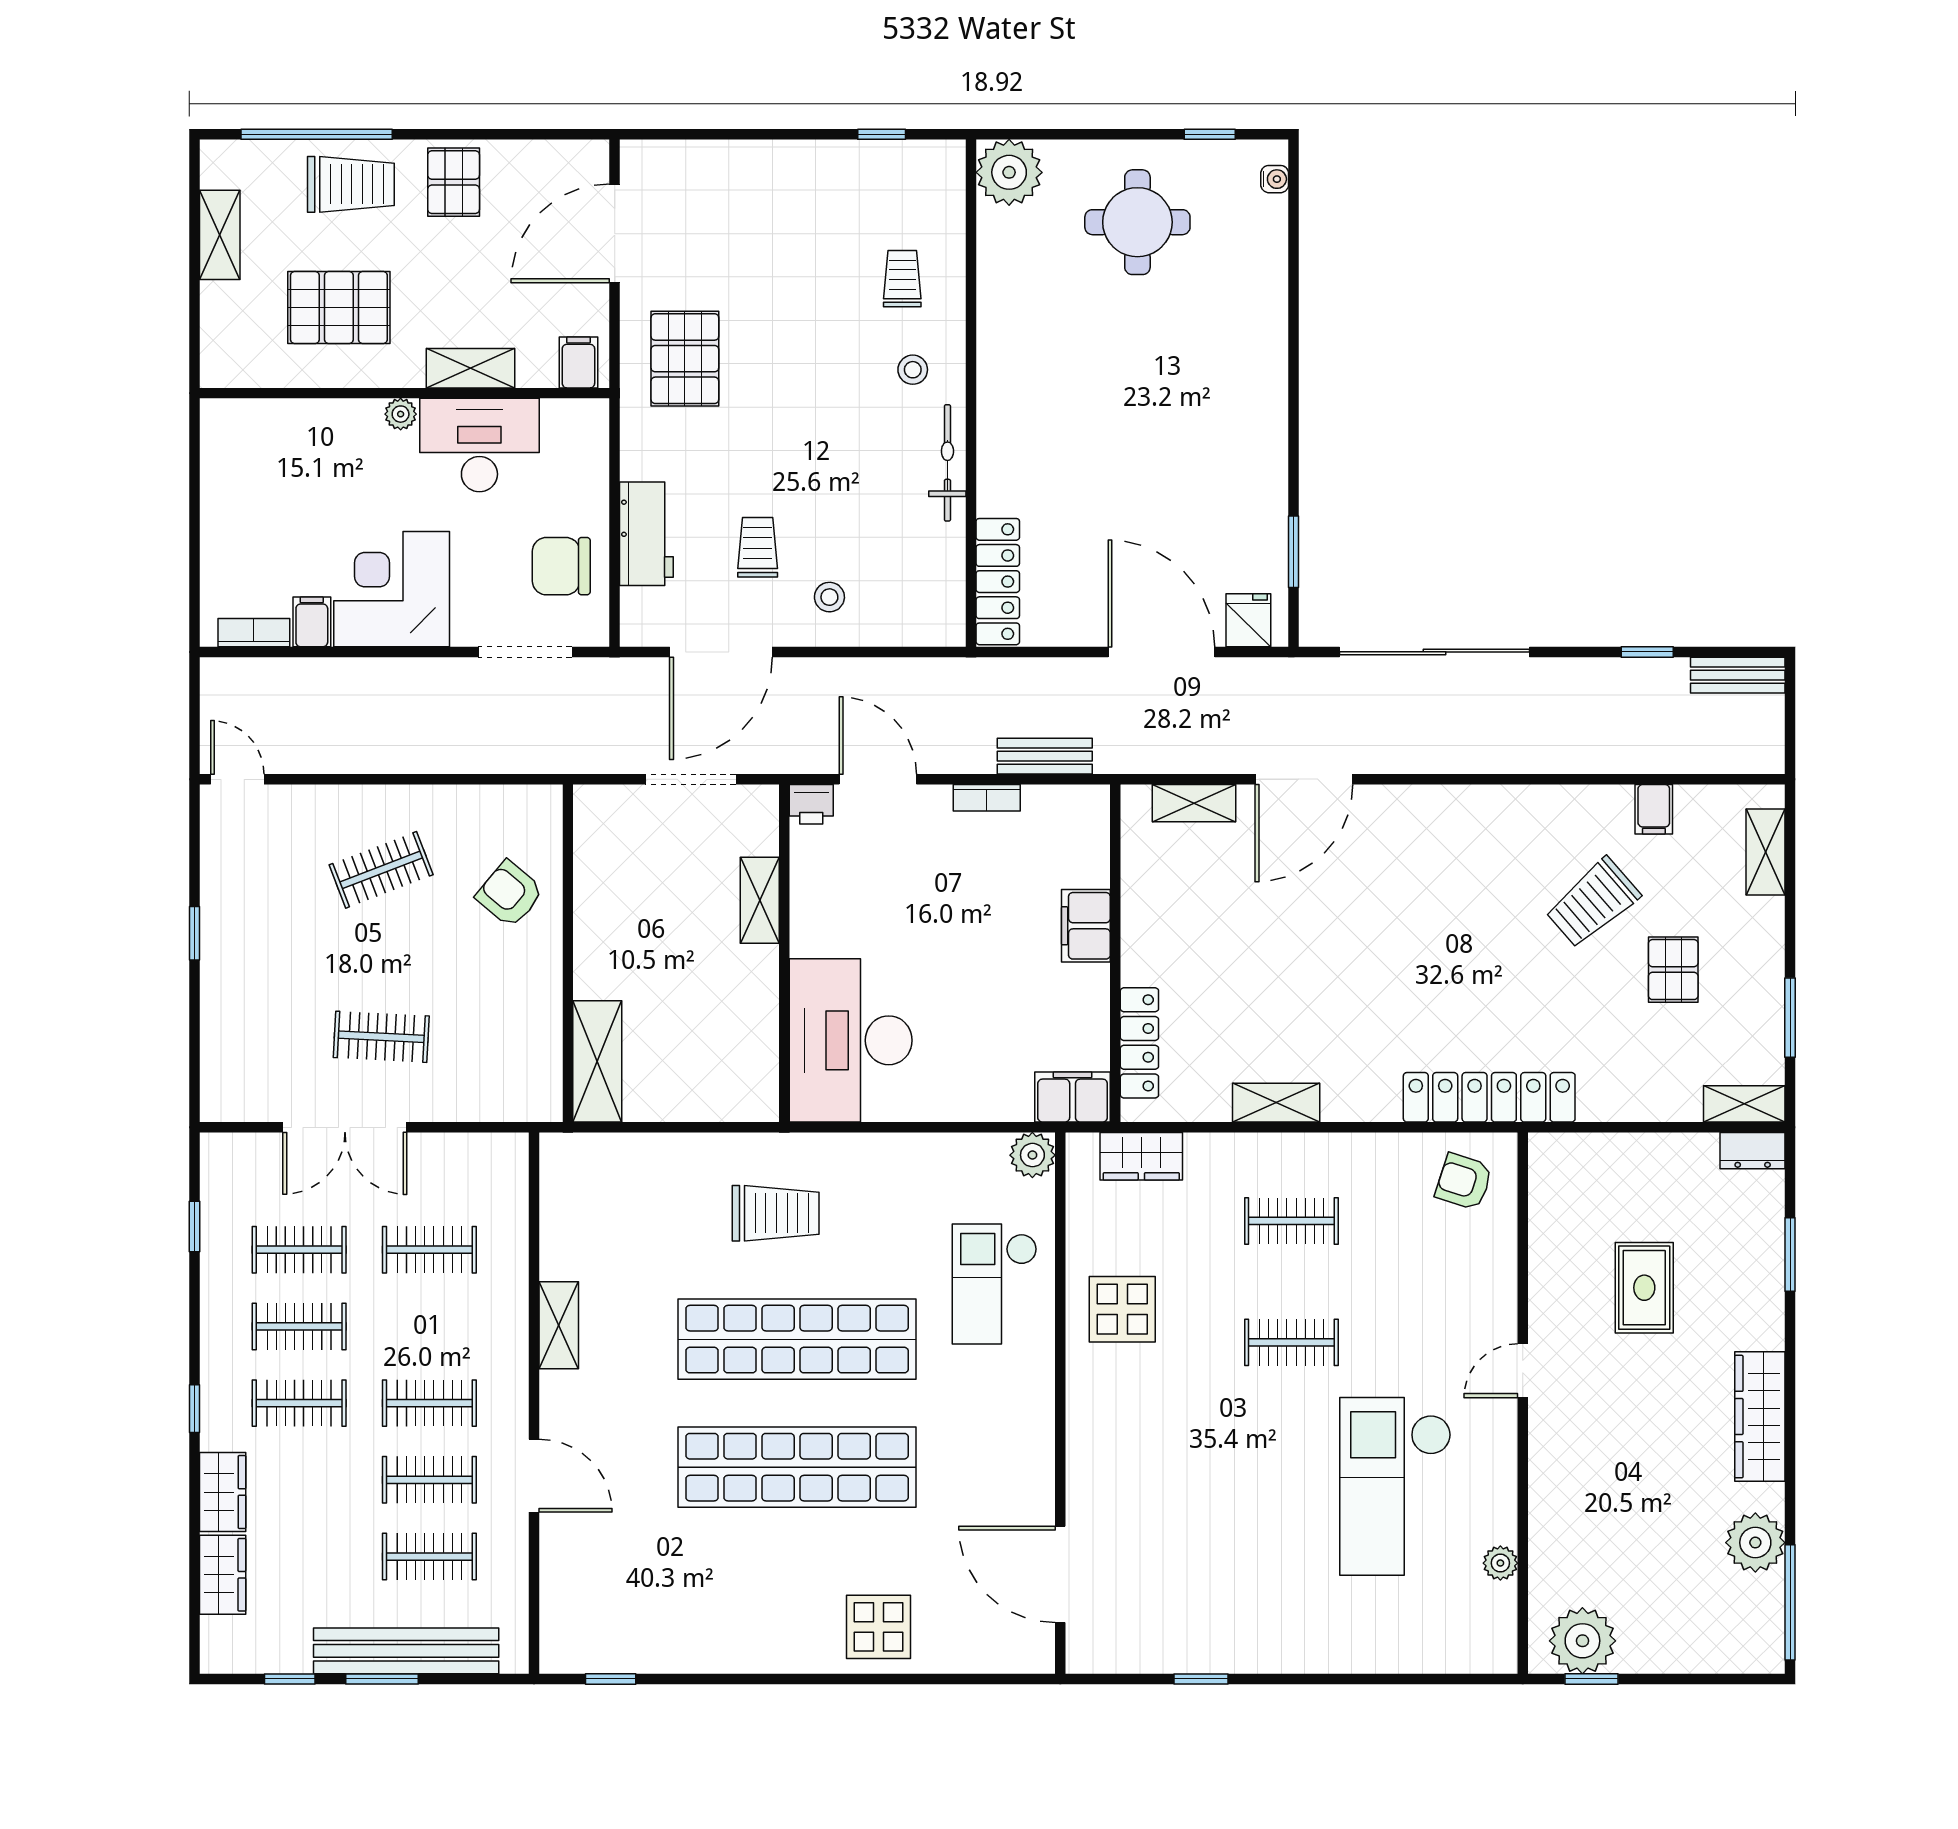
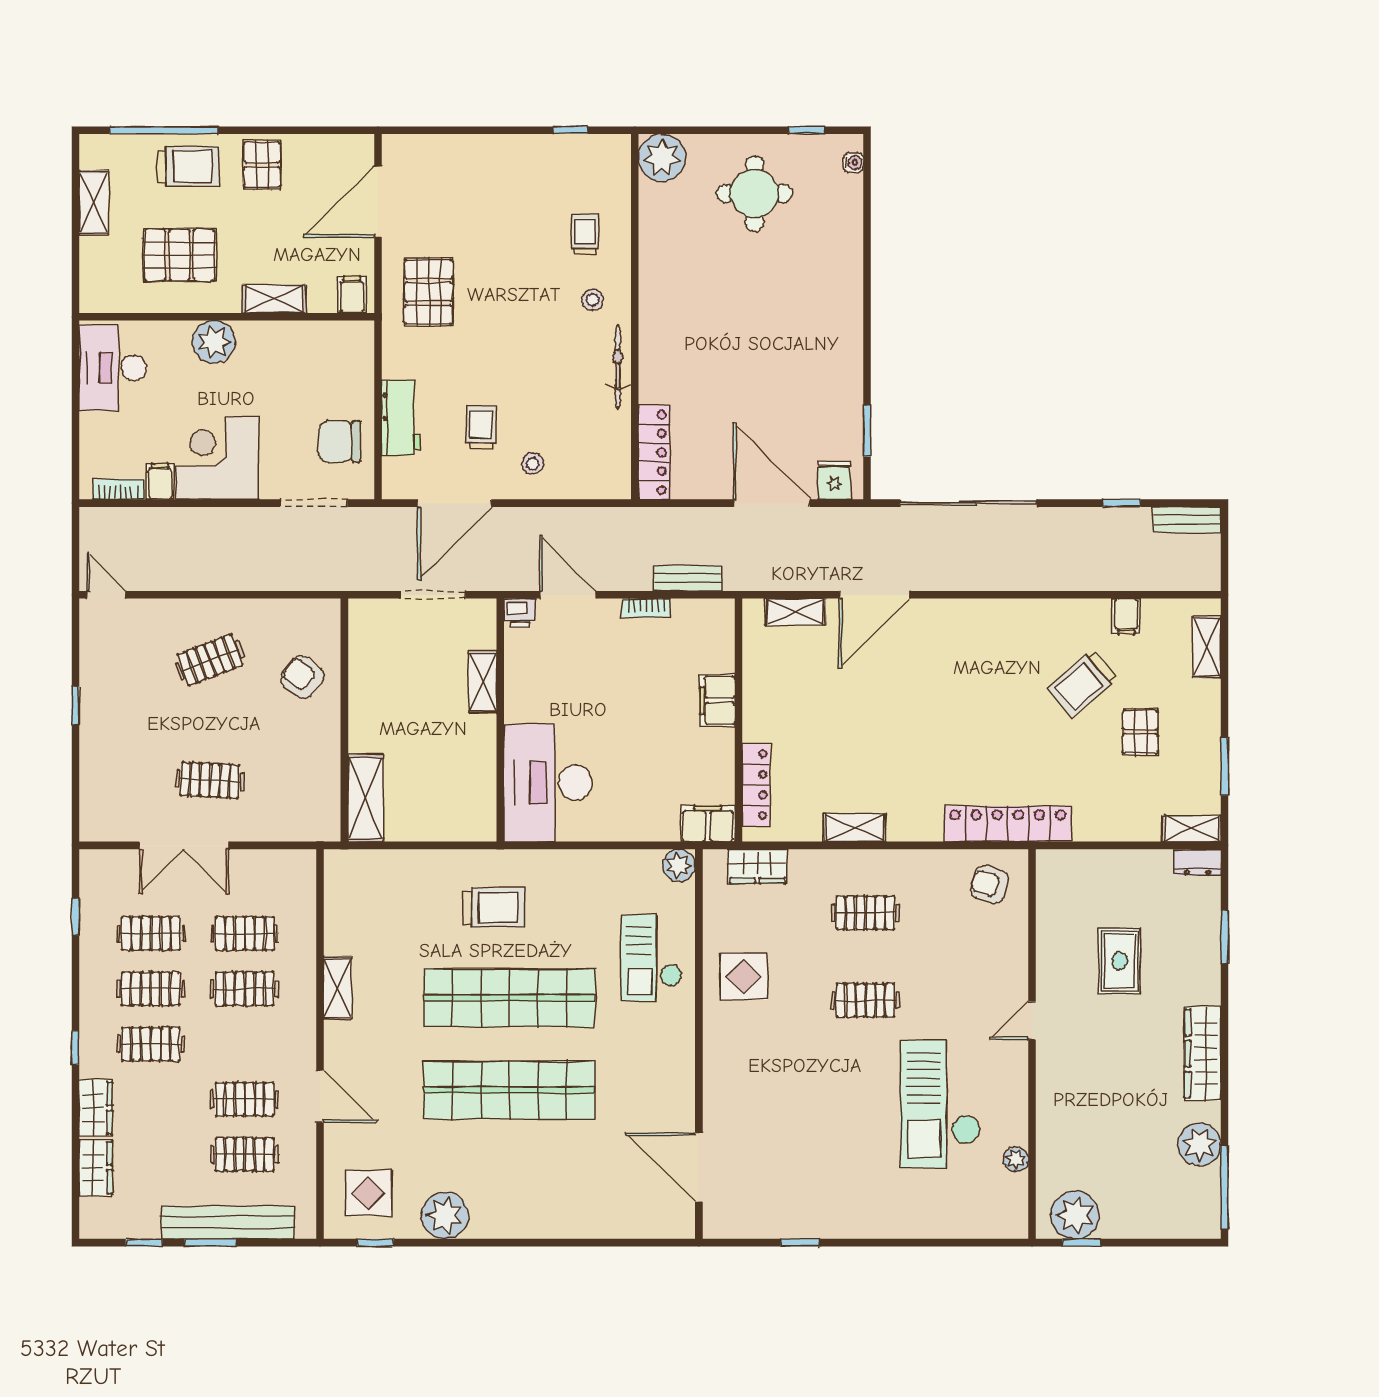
plant: (401, 414) -> (214, 342), width x1.88, depth x1.88
desk: (479, 445) -> (113, 368), moved, turned -90
clothes rail: (429, 1403) -> (245, 989), moved
display table: (879, 1627) -> (369, 1193), moved
plant: (708, 1641) -> (445, 1216), added

